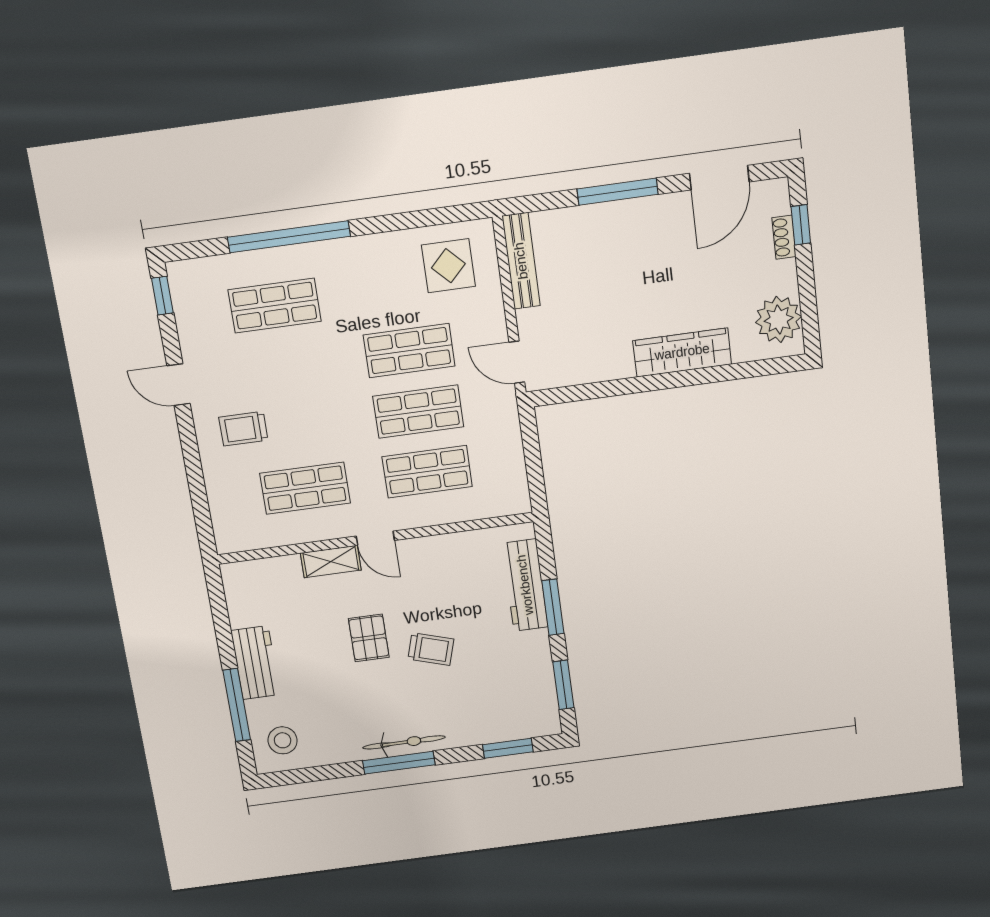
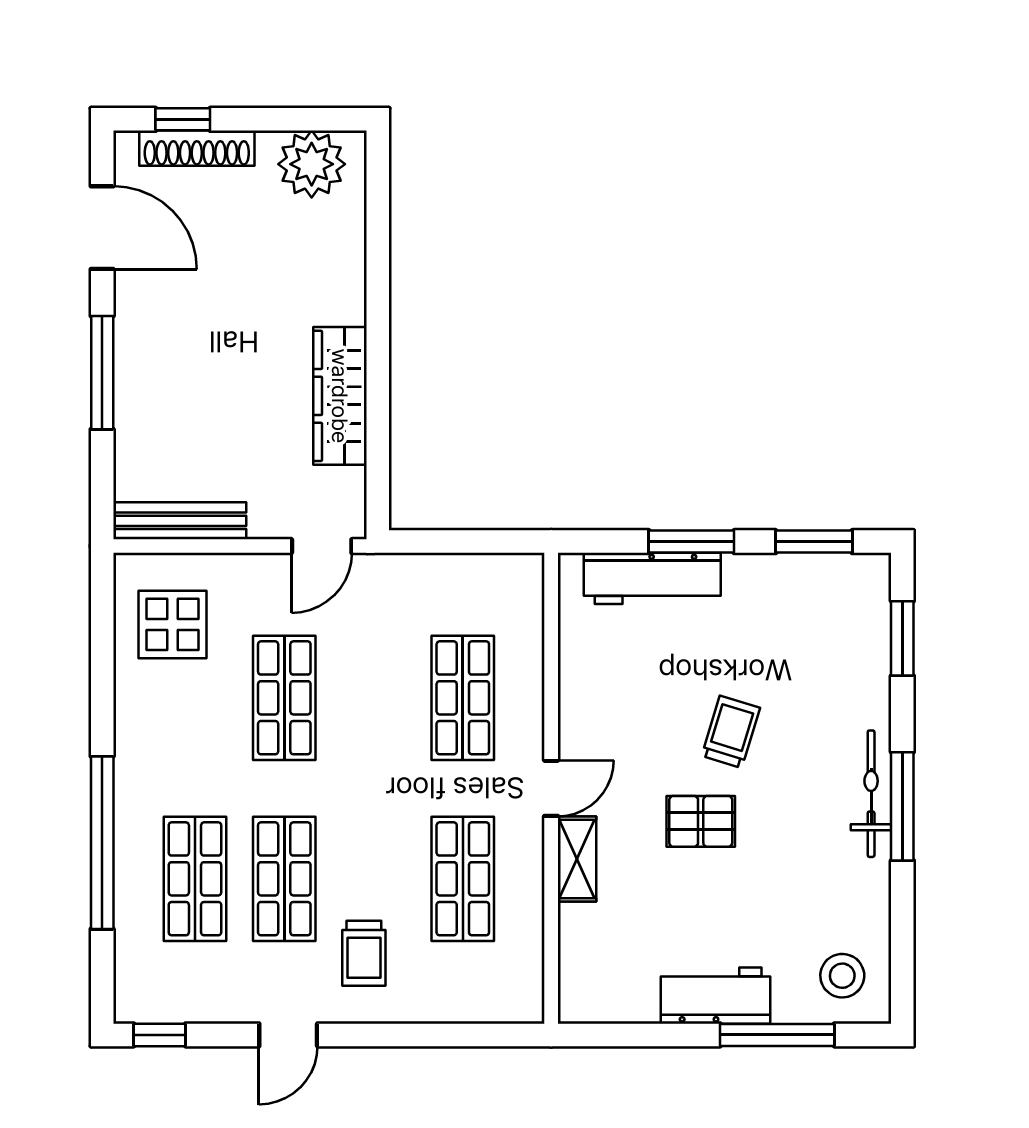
shoe rack: (784, 237) -> (197, 148), width x1.94, depth x1.24
wardrobe: (682, 352) -> (340, 396), moved
shop shelf: (418, 412) -> (284, 879), moved

